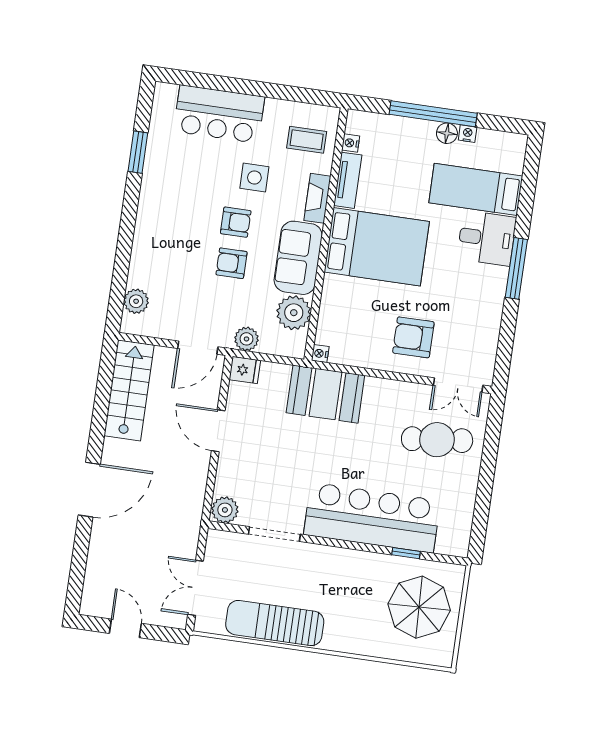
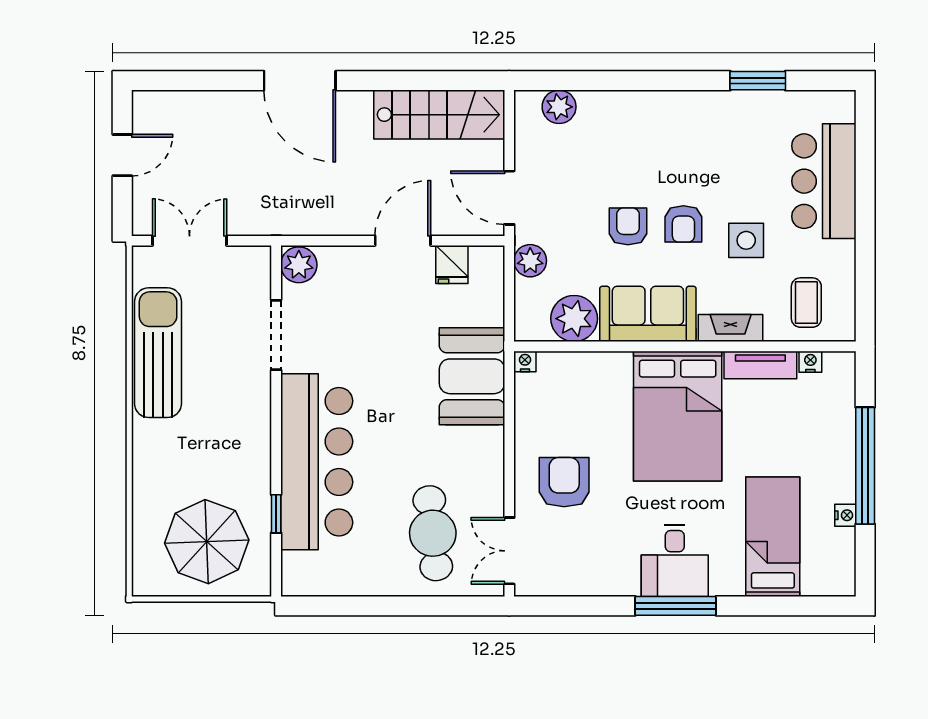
floor lamp: (447, 133) -> (842, 488), removed
desk: (487, 238) -> (675, 561), moved
fridge: (245, 370) -> (452, 264), moved

